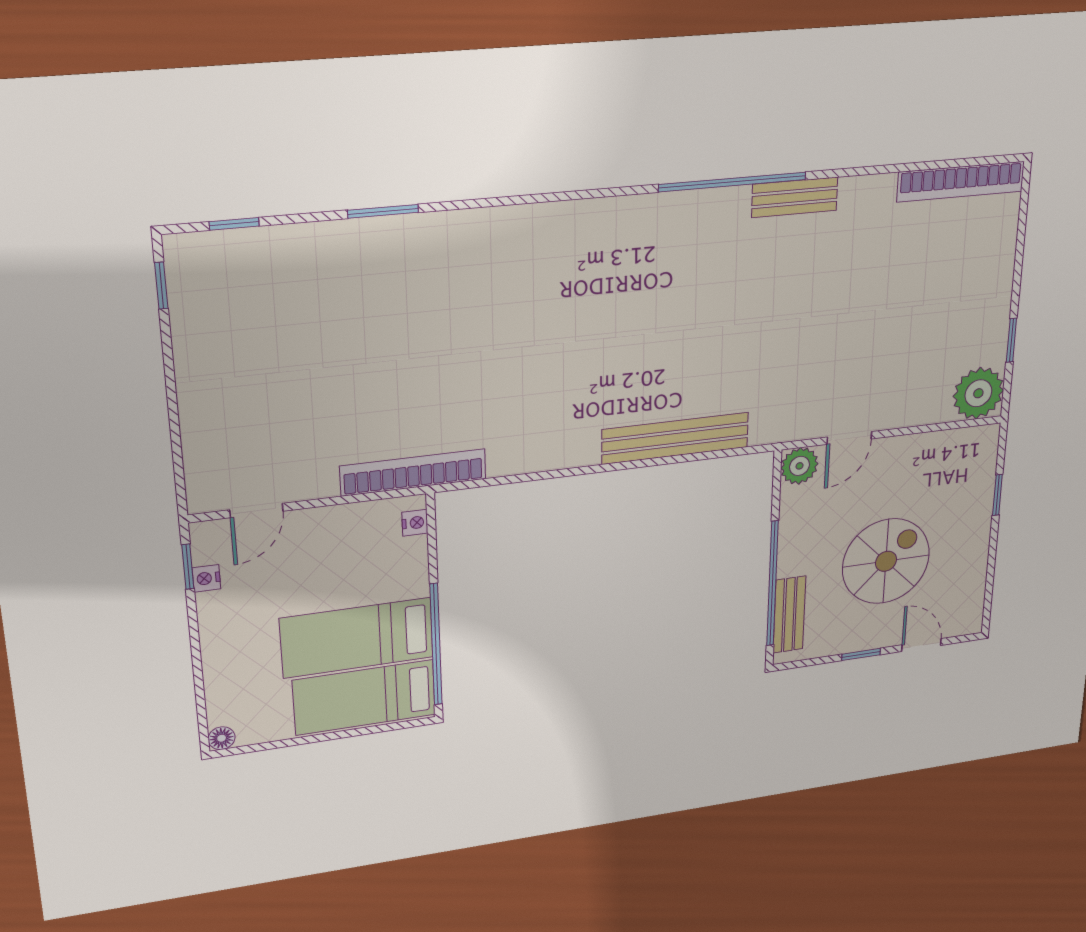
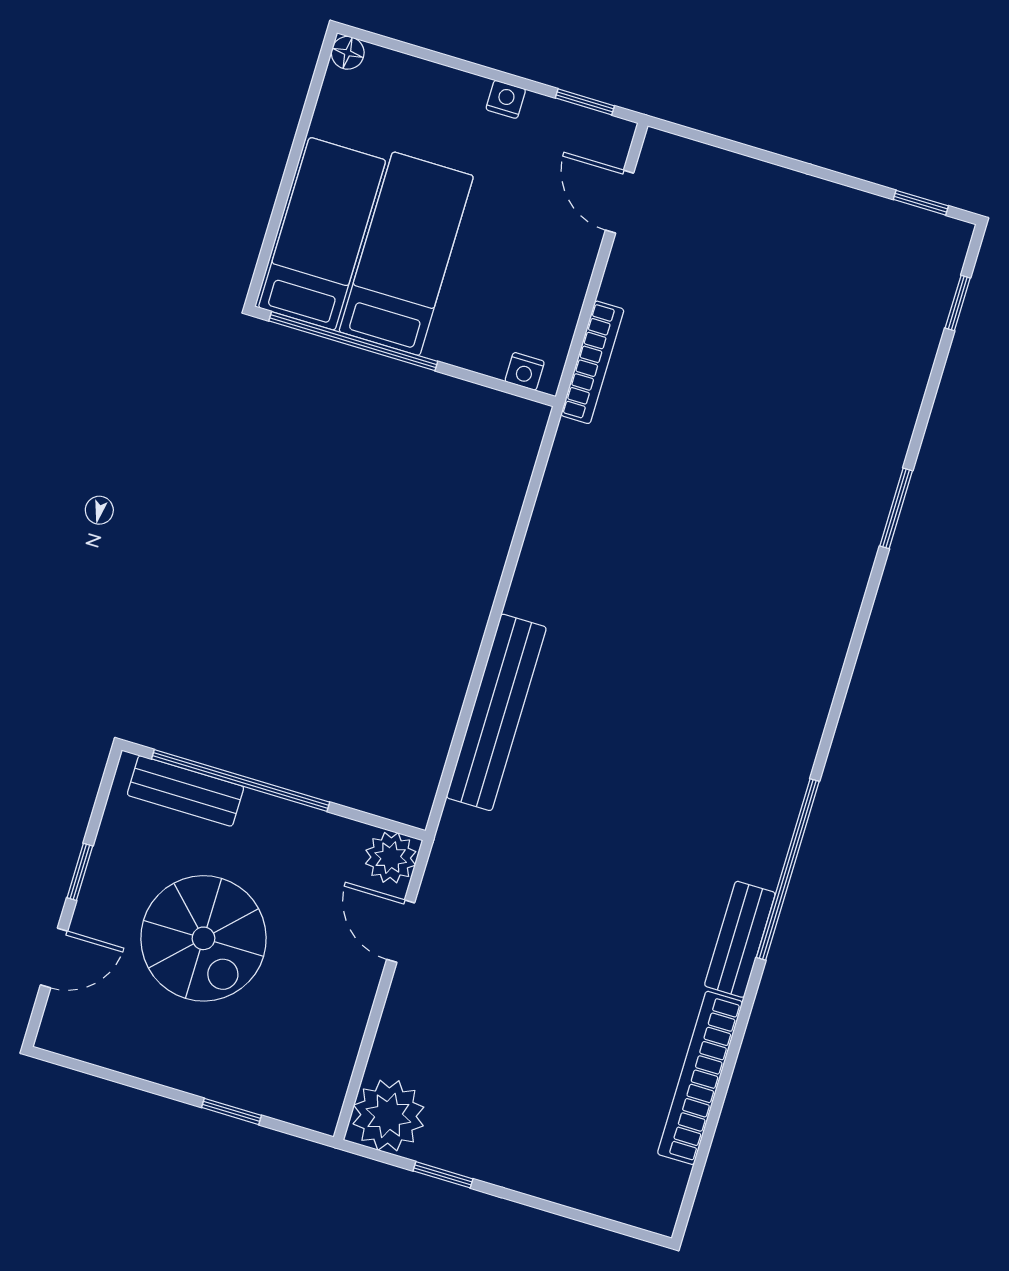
bookcase: (961, 182) -> (700, 1078), moved
window: (383, 211) -> (896, 508), moved
bookcase: (413, 472) -> (592, 362), width x0.68, depth x0.76
nightstand: (206, 578) -> (506, 99), moved

